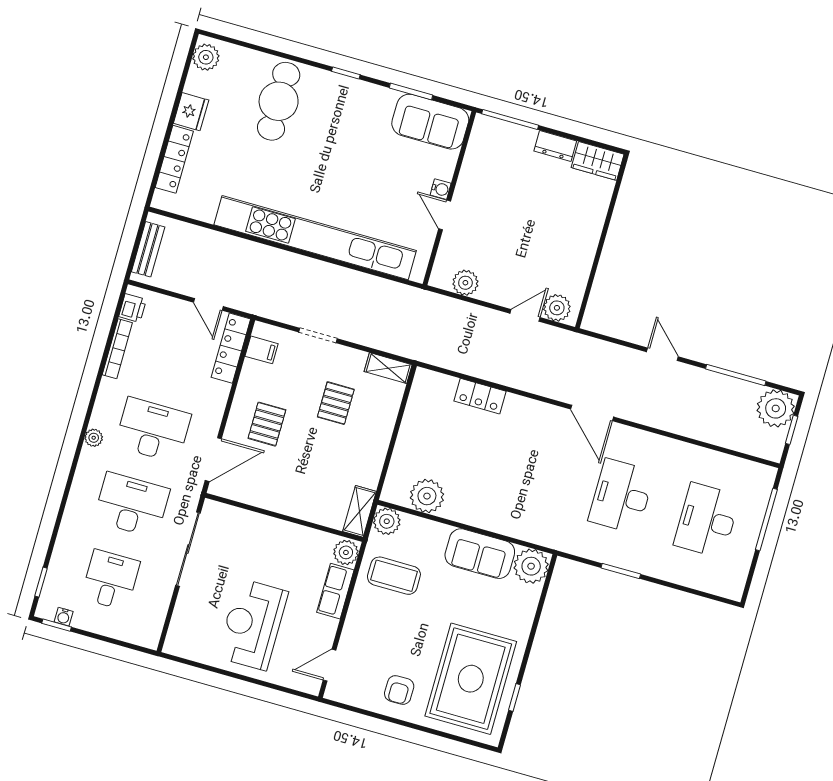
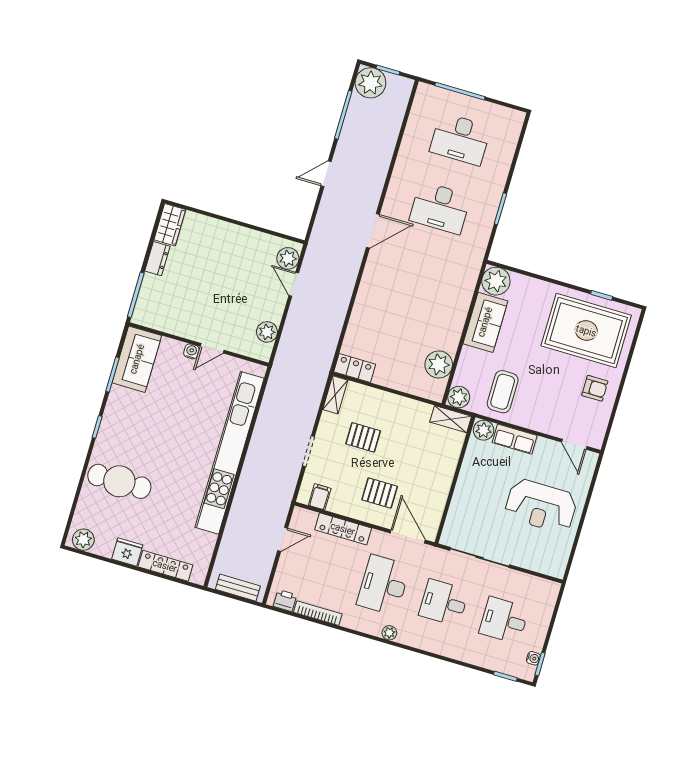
locker: (231, 348) -> (343, 529), moved
locker: (480, 396) -> (355, 368), moved, turned -90
desk: (132, 505) -> (444, 603), width x0.73

